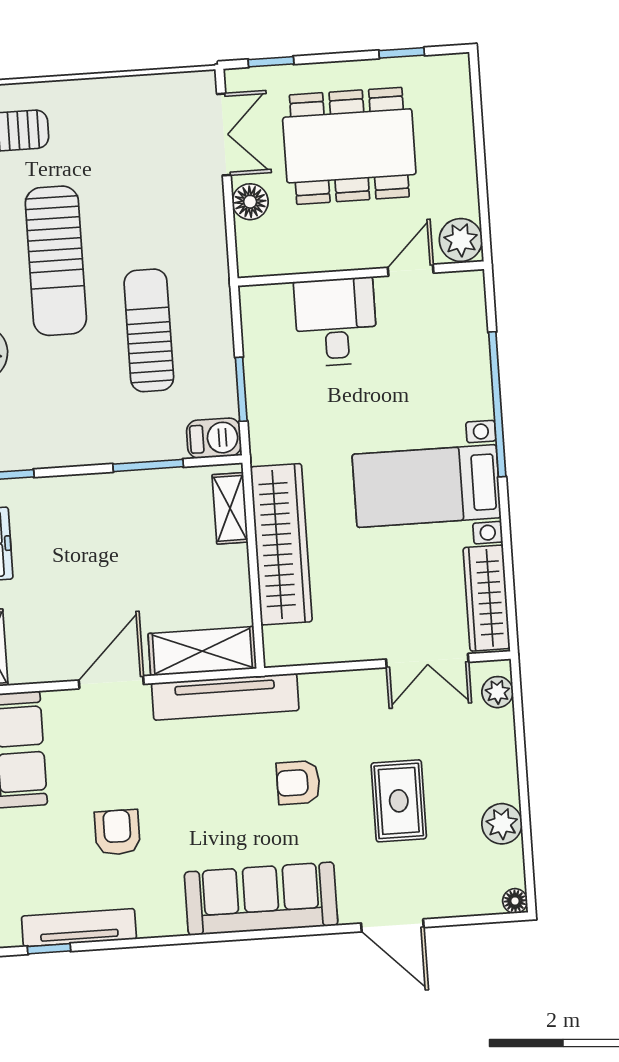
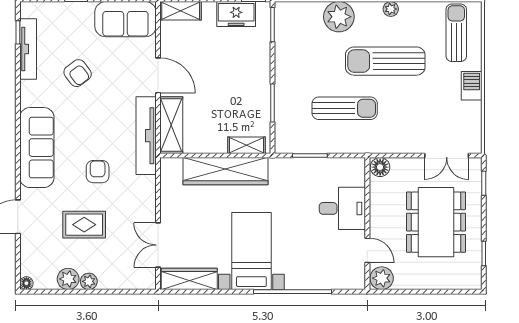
floor lamp: (250, 202) -> (380, 167), moved
barbecue: (214, 438) -> (472, 86), moved, turned 180
plant: (497, 692) -> (89, 281), moved
armchair: (117, 832) -> (78, 73), turned 53

